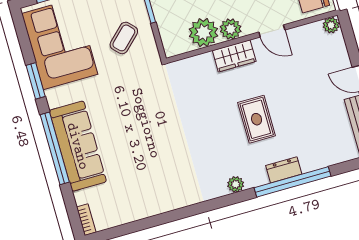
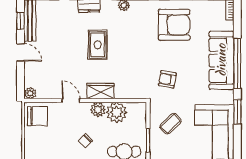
armchair: (146, 98) -> (167, 79), added
armchair: (158, 177) -> (174, 25), added

